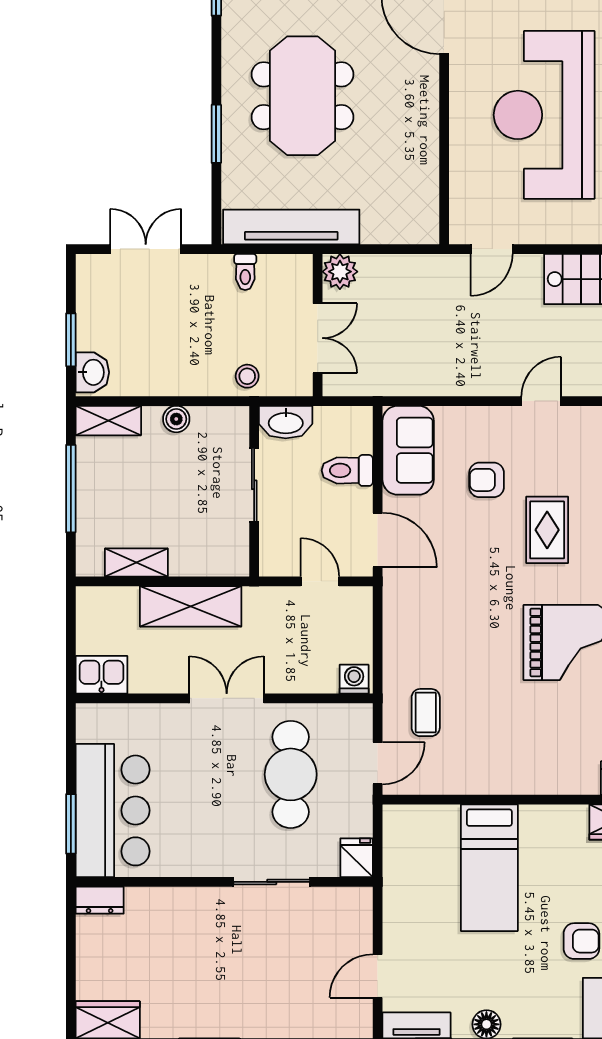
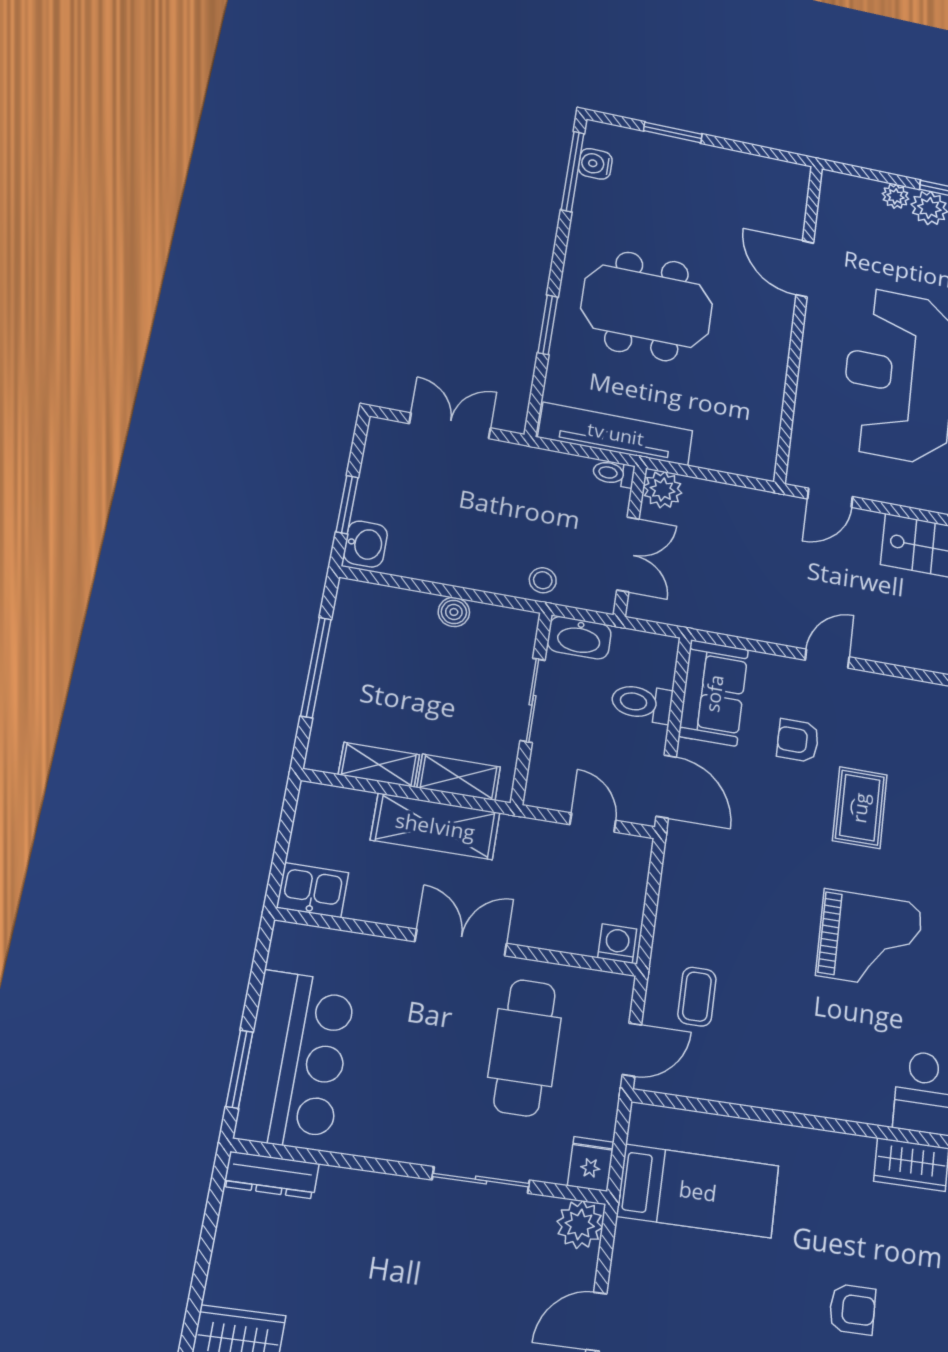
meeting table: (303, 96) -> (647, 306), turned 90
toilet: (245, 272) -> (614, 473), moved, turned 90
door: (541, 401) -> (827, 659), moved
shelving: (108, 421) -> (459, 777), moved
bed: (489, 868) -> (698, 1191), moved, turned -90
dresser: (100, 900) -> (271, 1175), width x1.44
plant: (354, 905) -> (580, 1225), added

